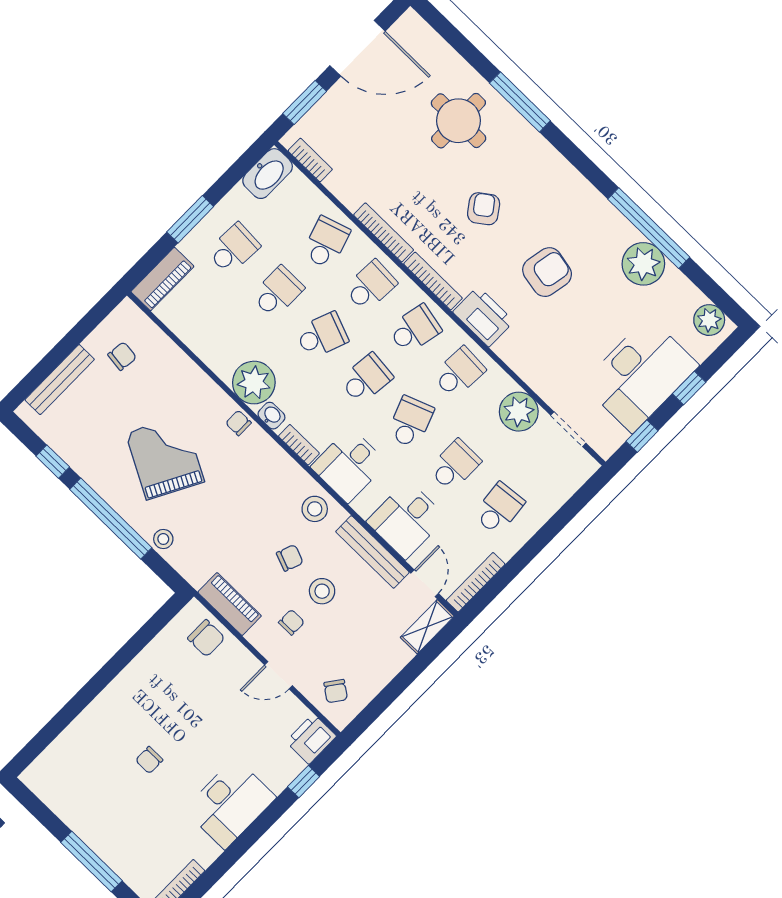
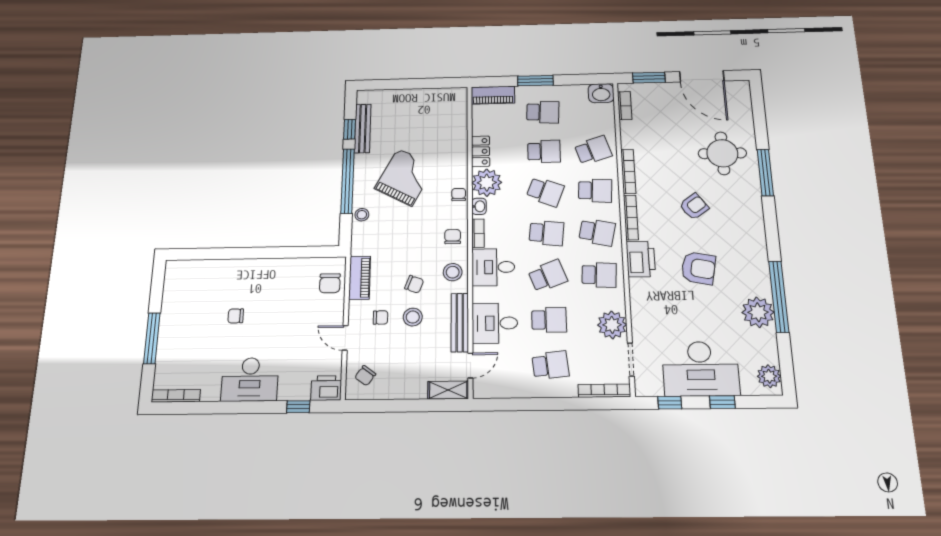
washbasin: (268, 174) -> (601, 93), width x0.72
locker: (213, 355) -> (480, 151), added
chair: (122, 356) -> (453, 237), moved, turned -97
bench: (60, 380) -> (363, 128), moved, turned 90
bookcase: (476, 582) -> (604, 391), moved

